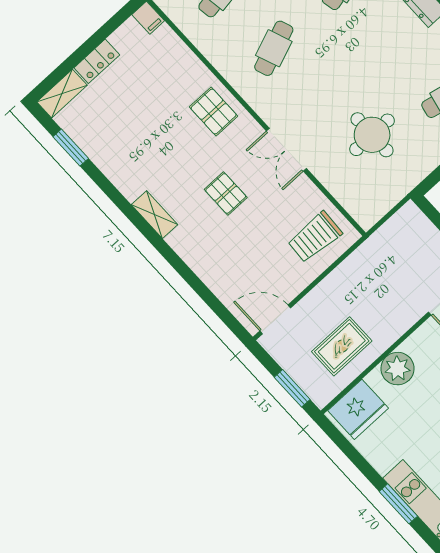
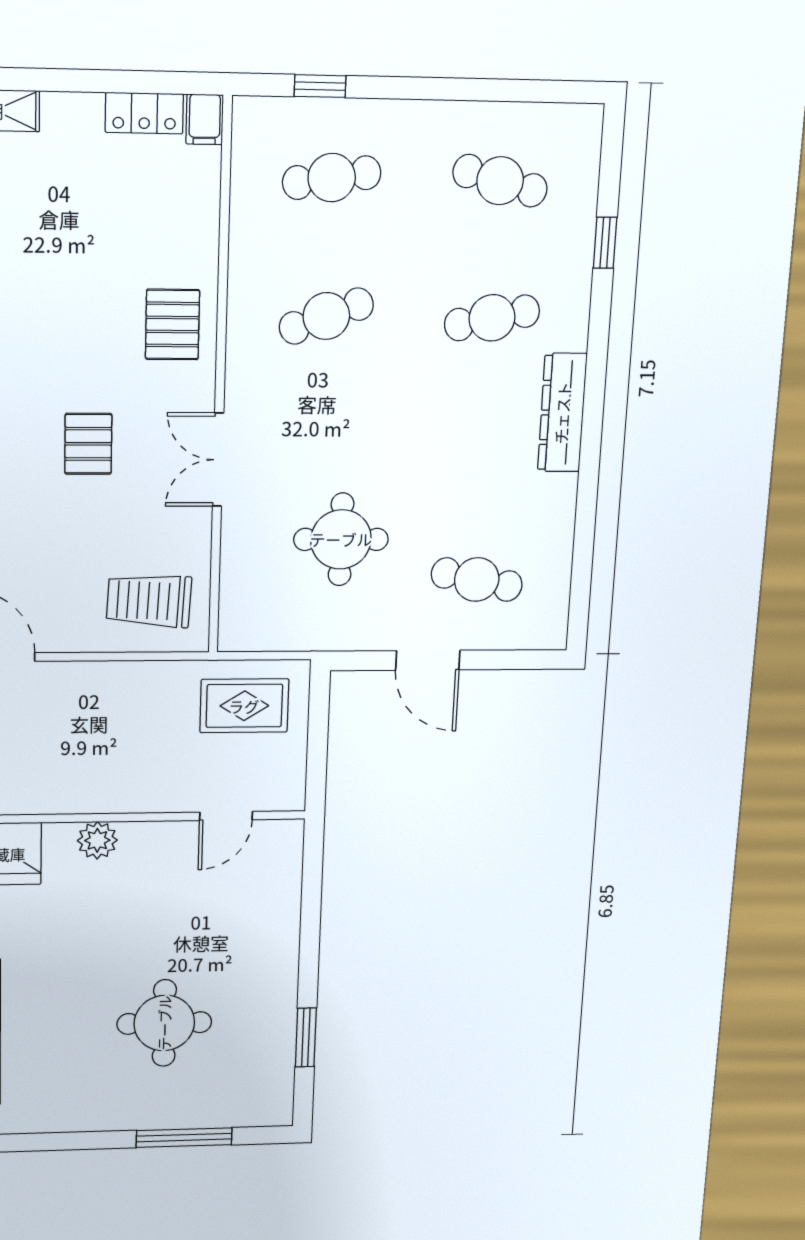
locker: (97, 61) -> (144, 113), moved
rug: (342, 346) -> (244, 706), moved
plant: (397, 369) -> (97, 840), width x0.73, depth x0.73

